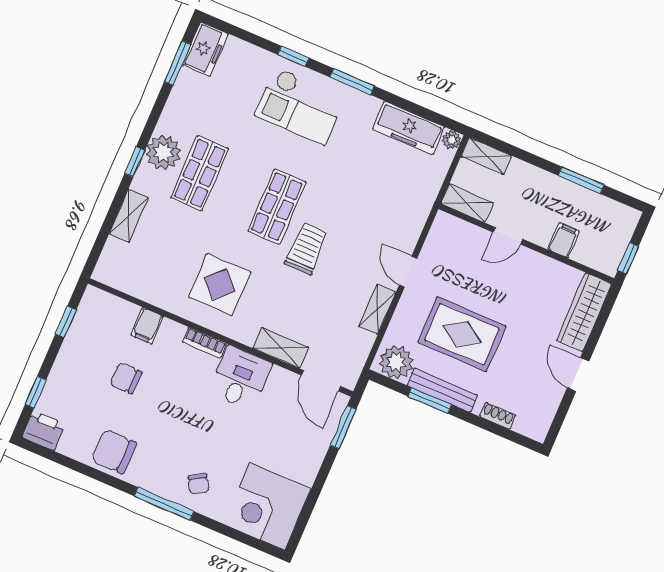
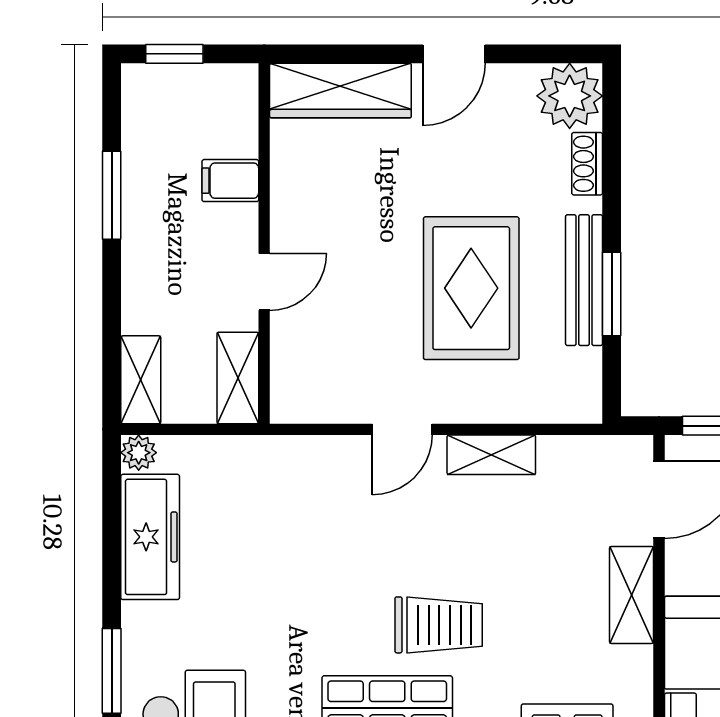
door: (508, 236) -> (264, 282), hinge flipped
trolley: (306, 249) -> (439, 625), turned 180
window: (628, 258) -> (174, 54), moved
plant: (396, 362) -> (570, 96), moved

